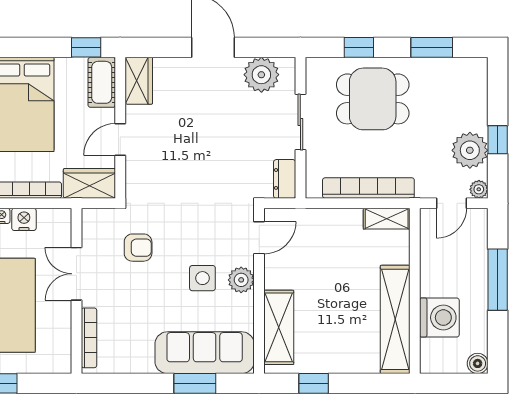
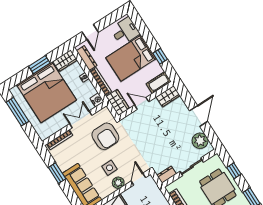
window: (86, 47) -> (160, 56), moved
nightstand: (24, 219) -> (97, 100), moved
door: (259, 238) -> (138, 179), swing flipped
armchair: (138, 248) -> (105, 136), width x1.88, depth x1.88
window: (195, 383) -> (57, 173), moved

